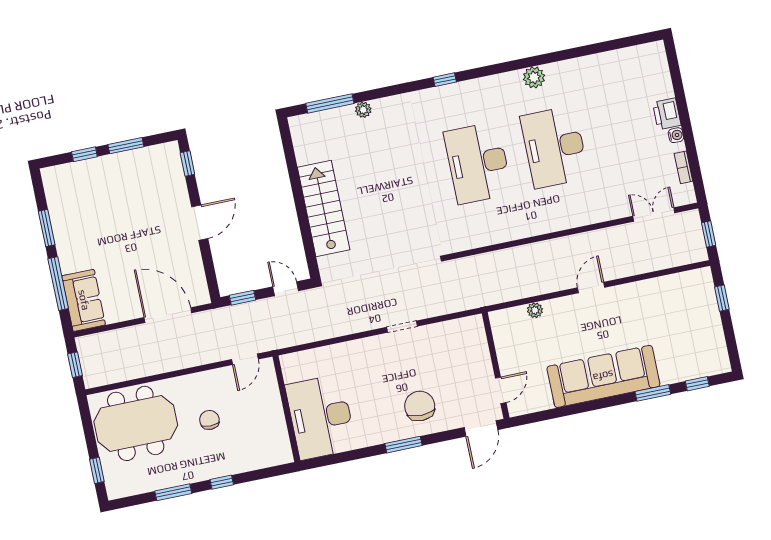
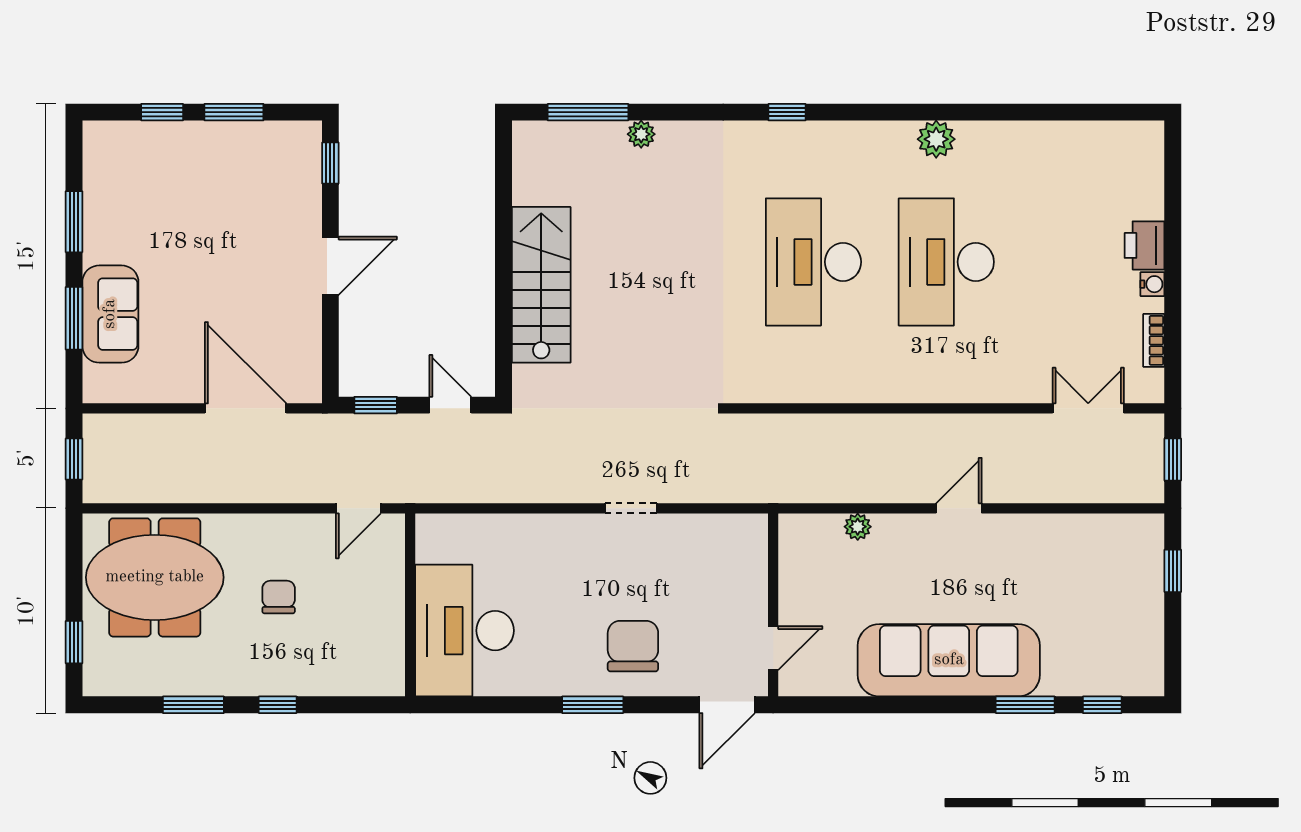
window: (58, 284) -> (74, 318), width x0.69
sofa: (84, 300) -> (110, 314), moved

